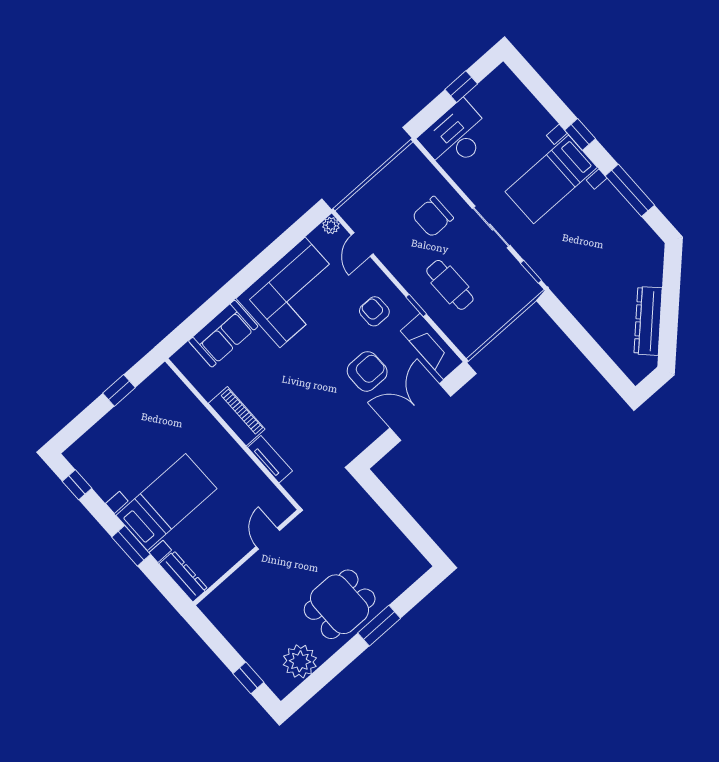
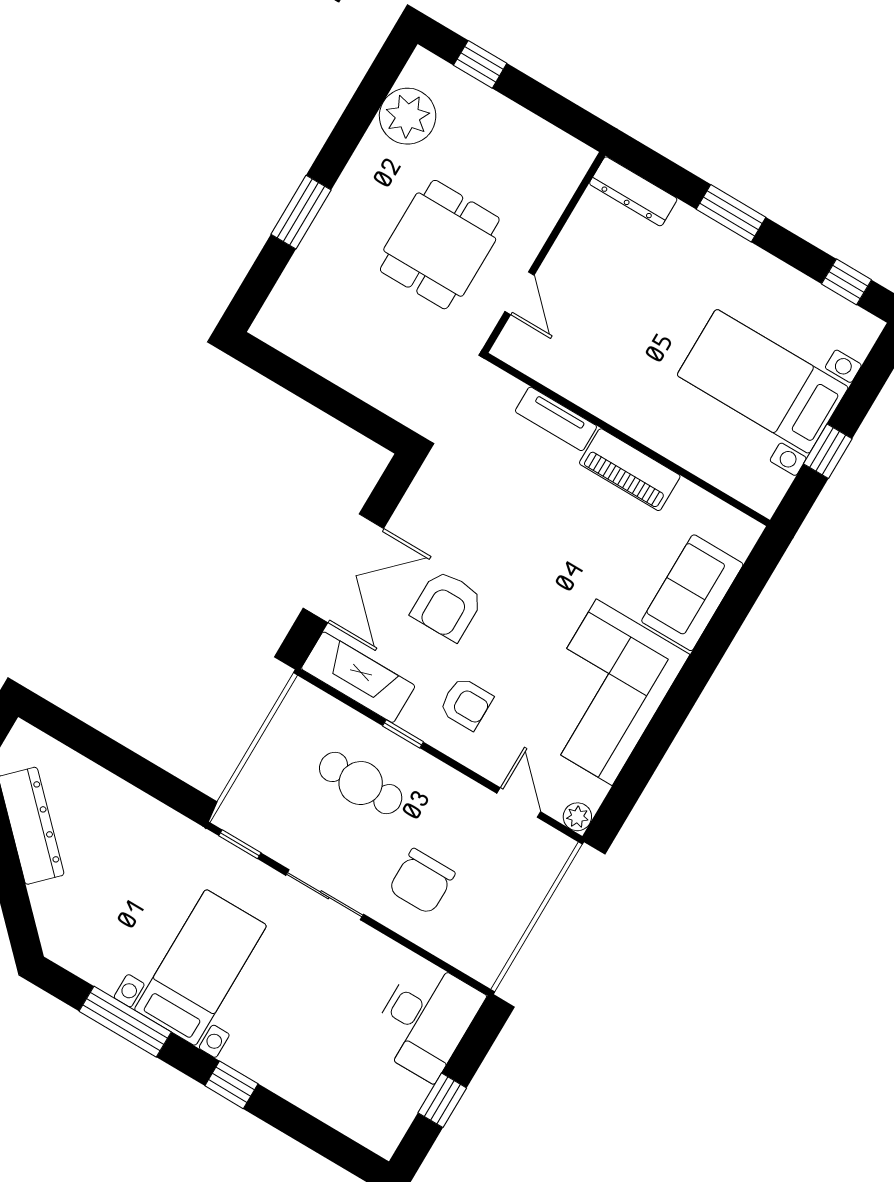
bed with nightstands: (551, 179) -> (200, 968), moved
chair: (433, 217) -> (422, 881), turned 180
bed with nightstands: (166, 502) -> (763, 381), moved, turned 90
dining table: (340, 604) -> (440, 245), moved

